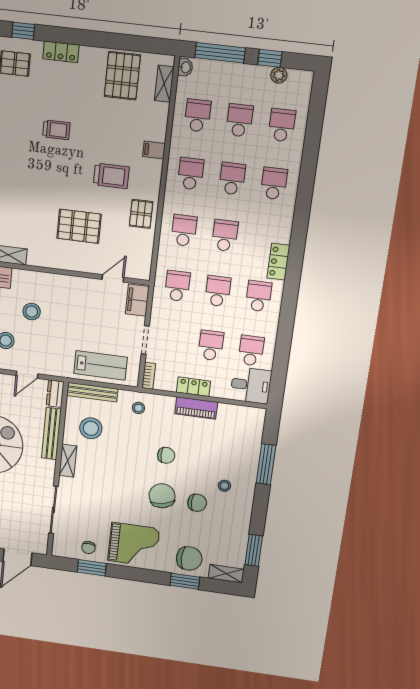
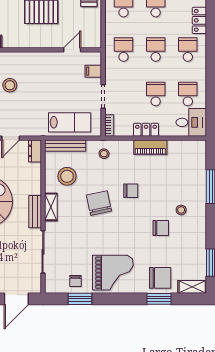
filing cabinet: (137, 300) -> (93, 71), width x0.50
bench: (51, 434) -> (35, 212), moved, width x0.73
chair: (162, 496) -> (99, 203), moved

